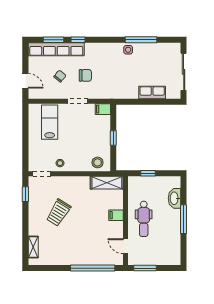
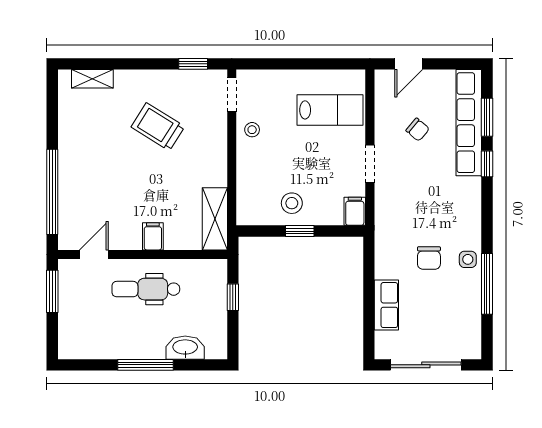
chair: (85, 75) -> (429, 258), moved
stool: (98, 162) -> (292, 203), moved

